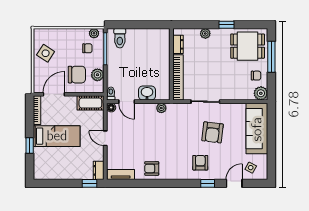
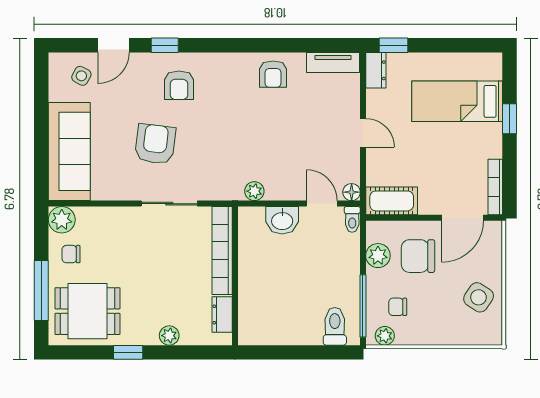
bed: (57, 136) -> (457, 101), moved
armchair: (152, 168) -> (273, 74), turned 90

